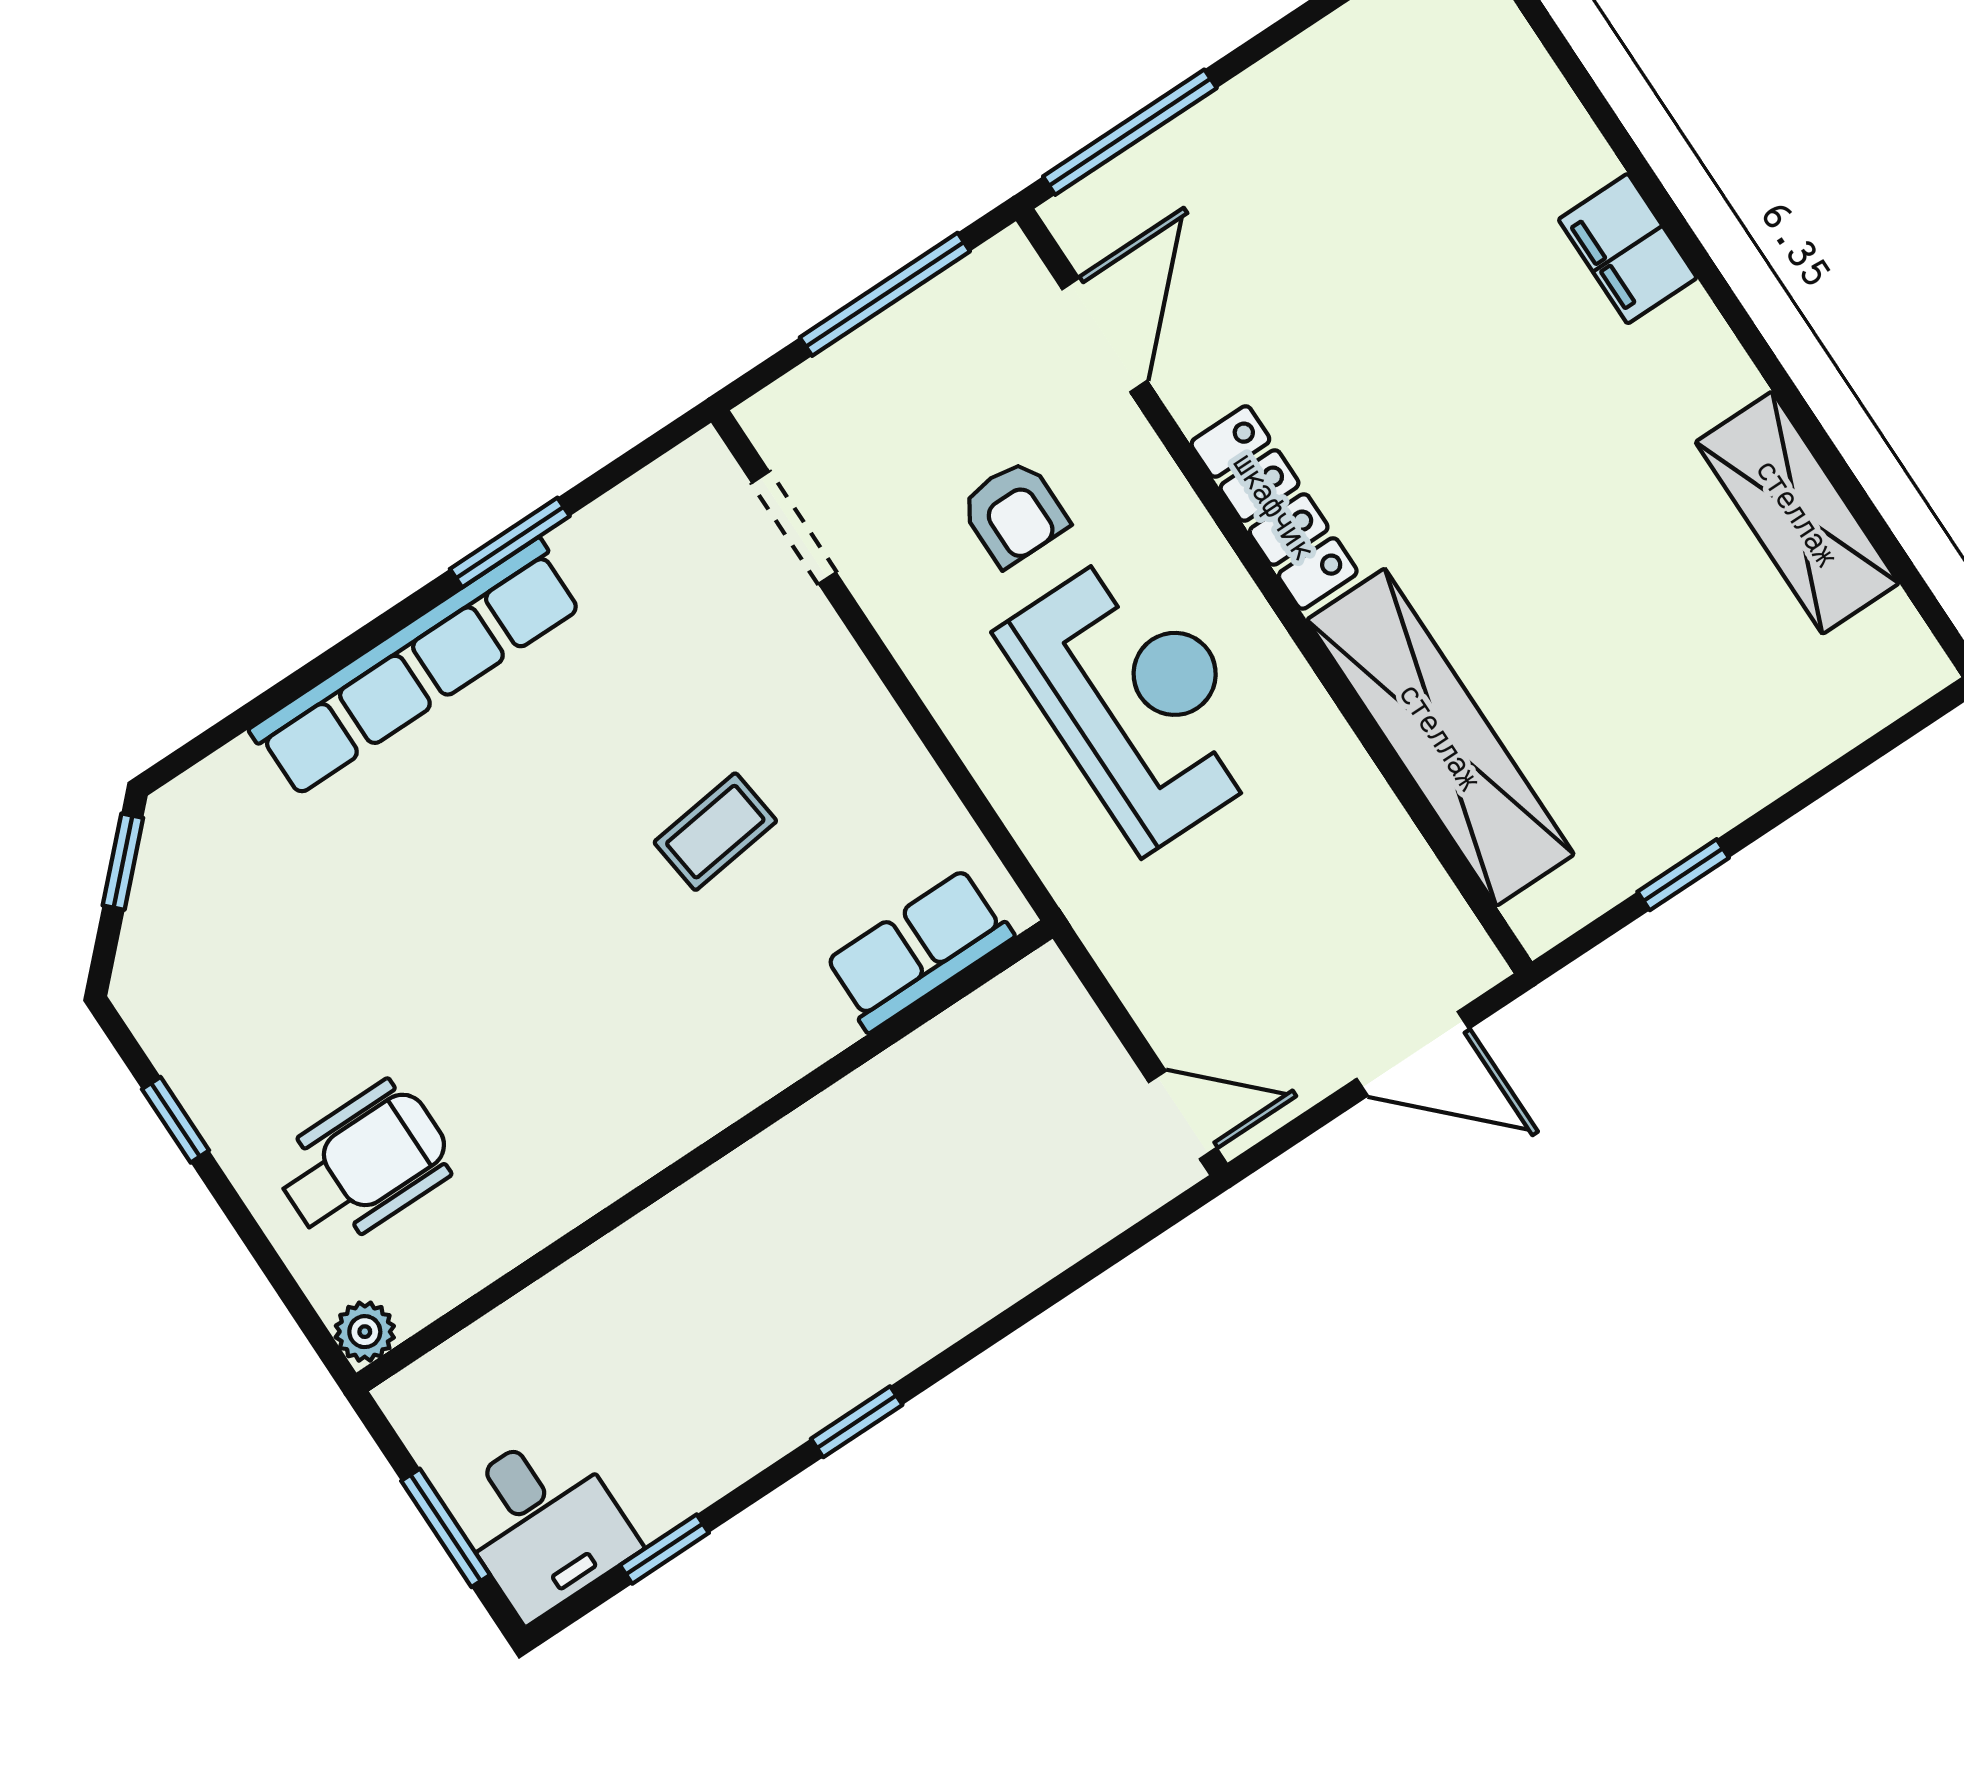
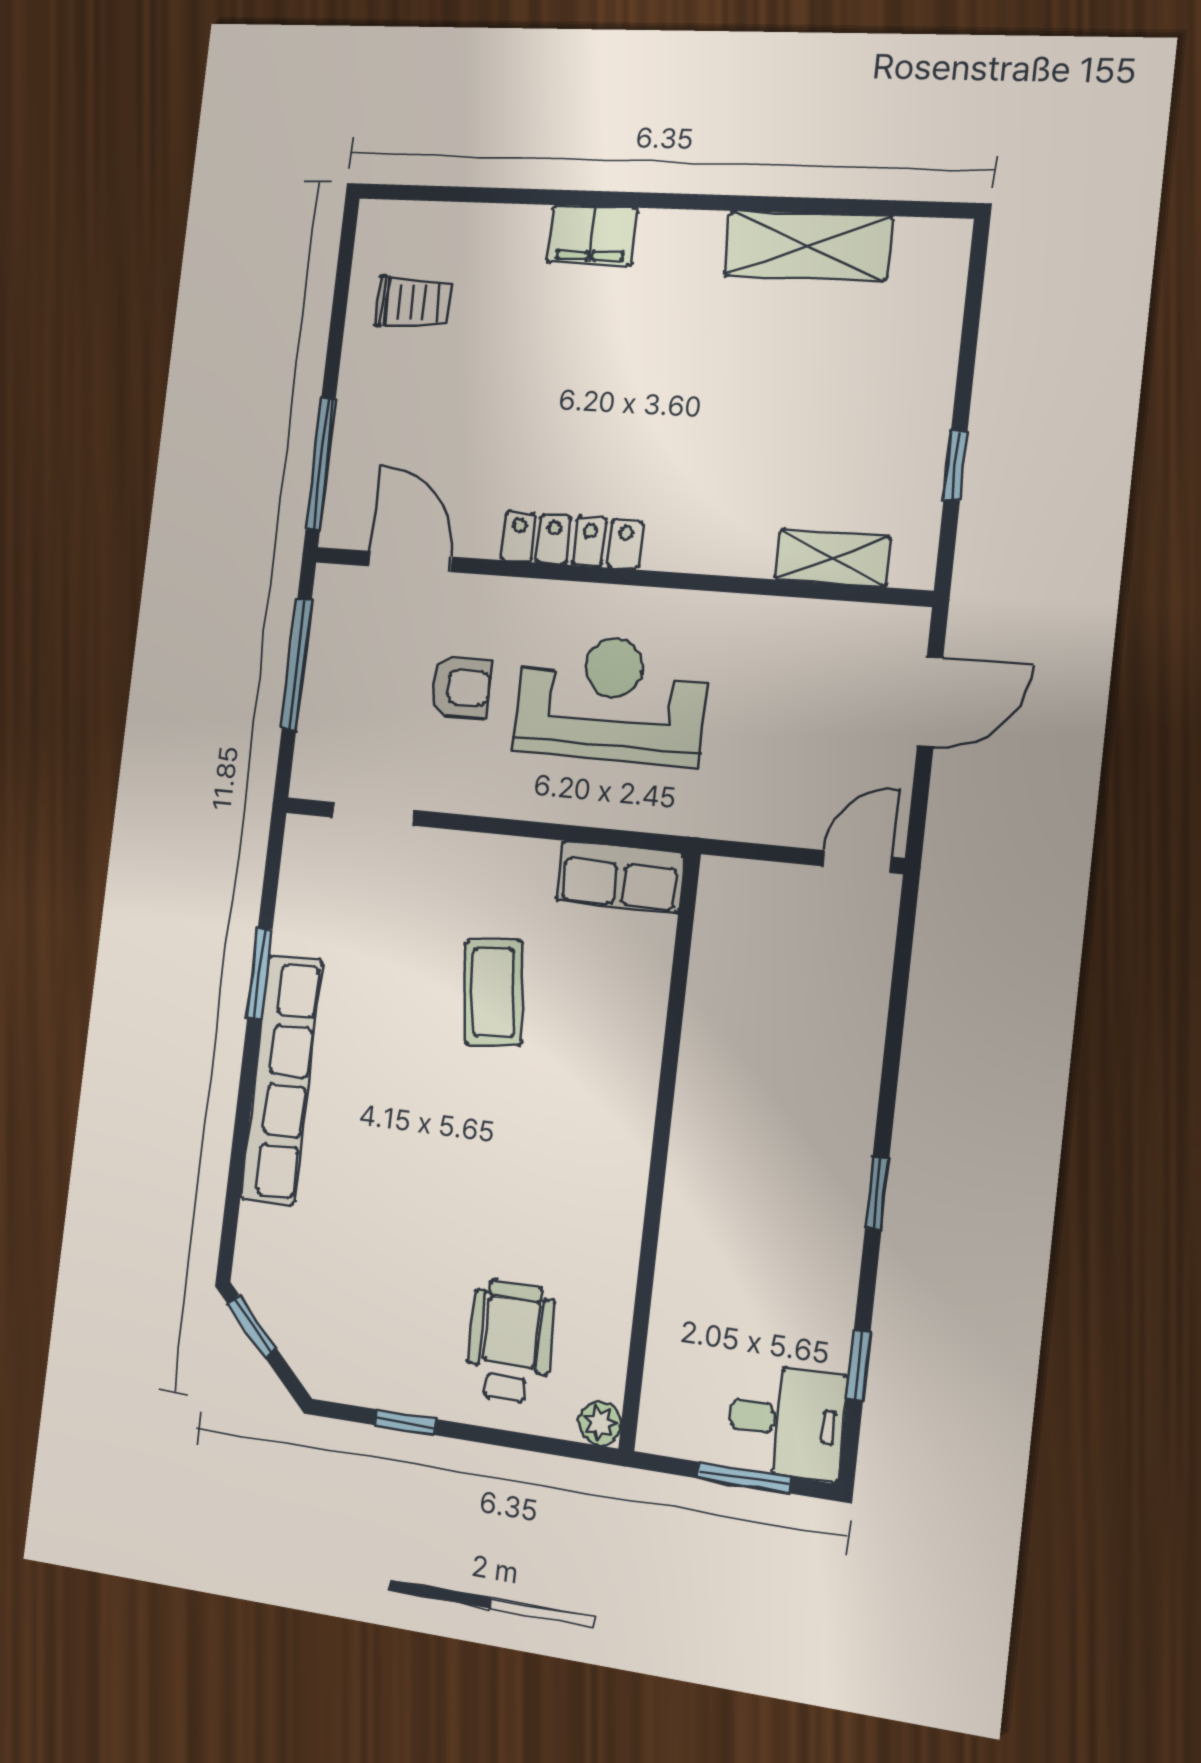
trolley: (1395, 92) -> (413, 302), added
shelving: (1440, 737) -> (833, 558), width x0.45, depth x0.75
coffee table: (715, 832) -> (494, 993), width x1.36, depth x1.30
row of seats: (918, 950) -> (620, 877), moved, turned -90

